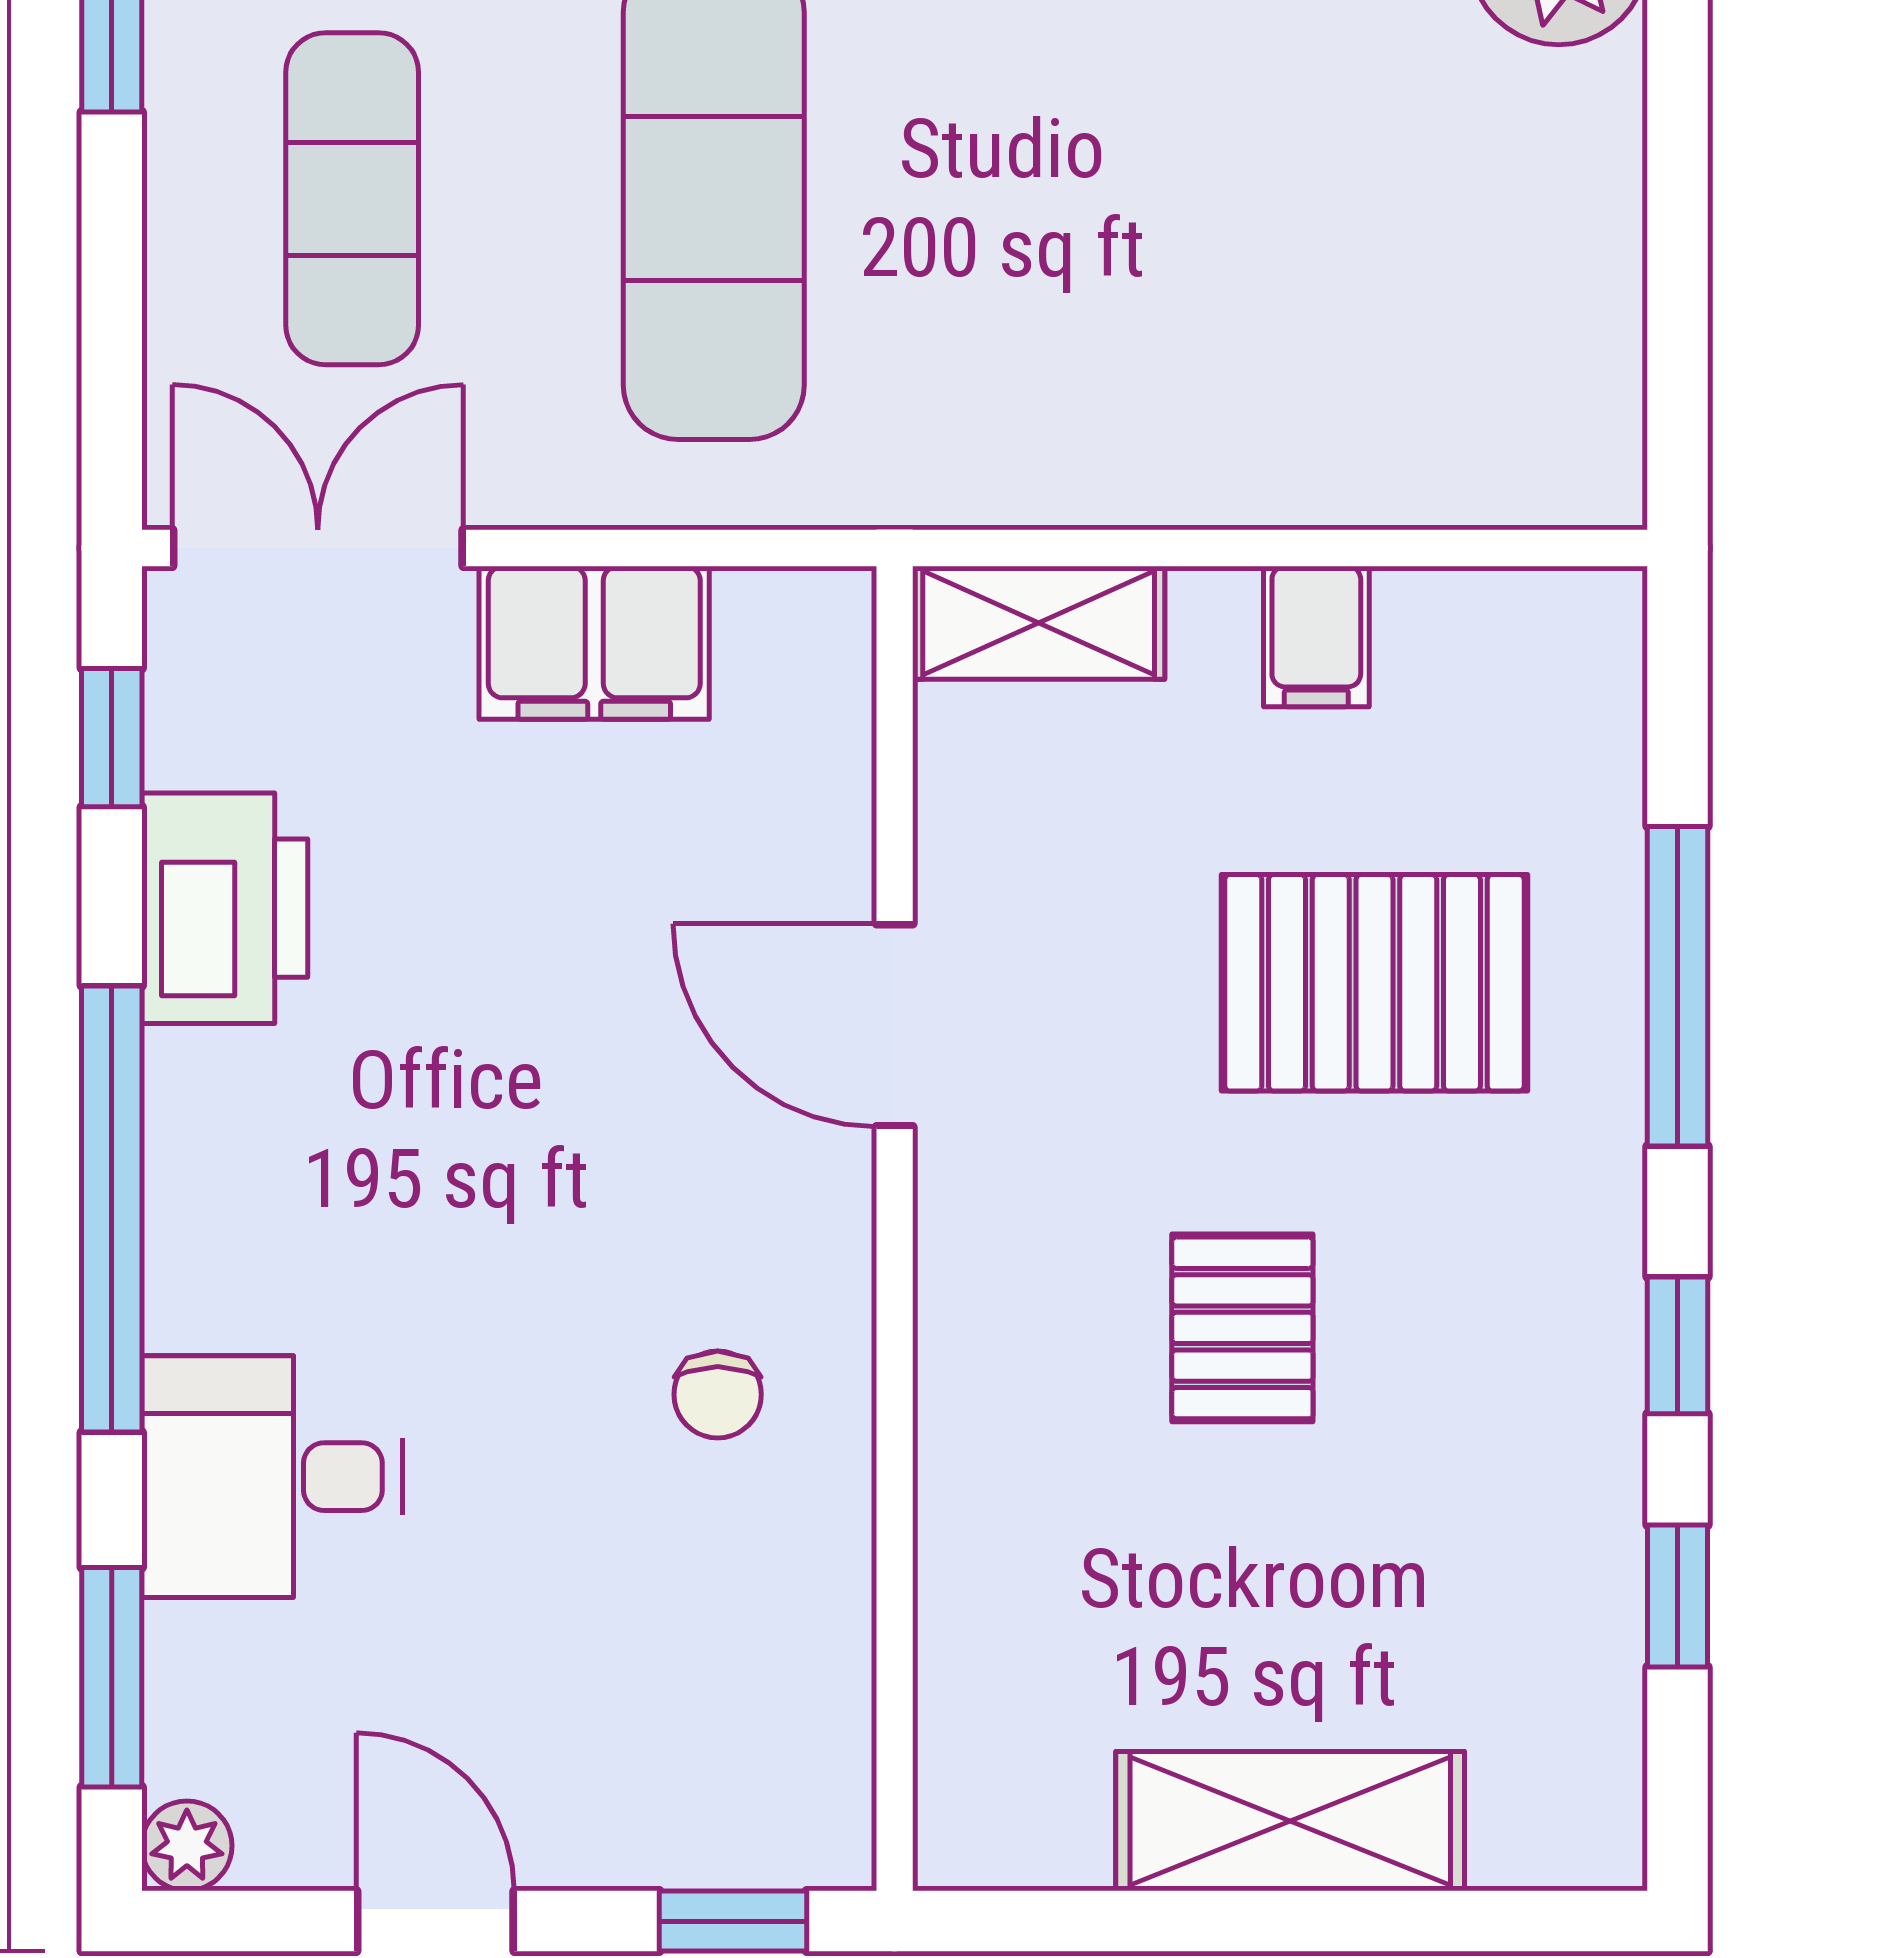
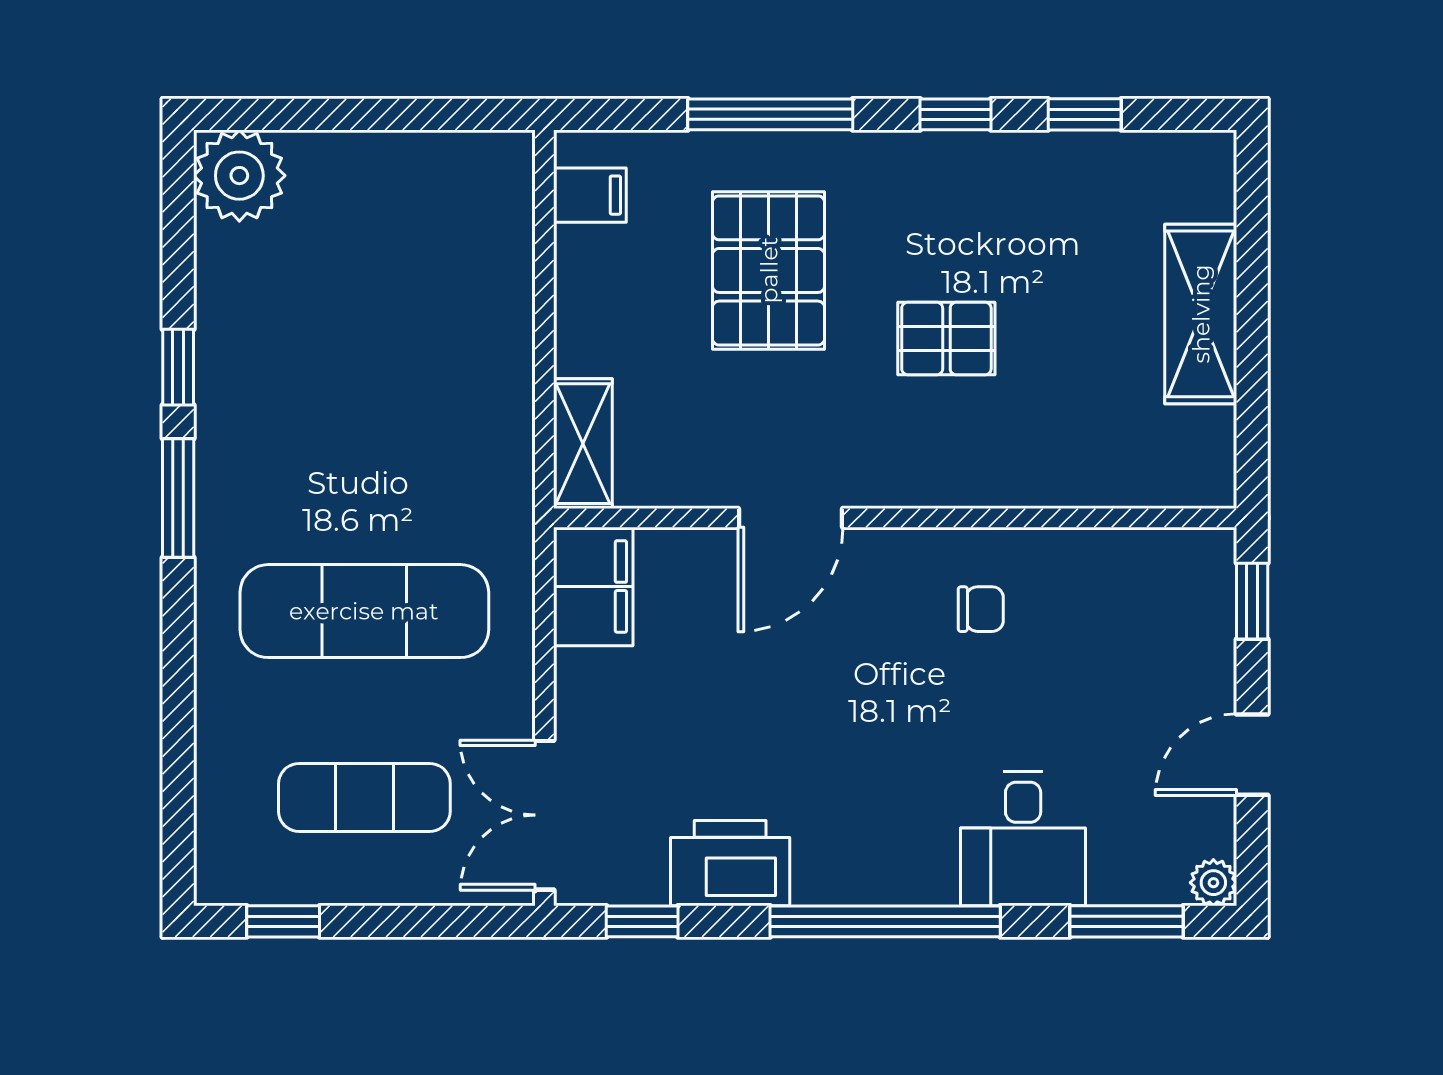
filing cabinet: (1316, 636) -> (590, 195), moved
filing cabinet: (594, 643) -> (593, 586), moved

